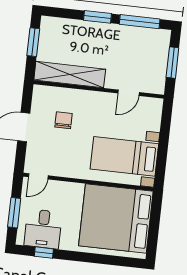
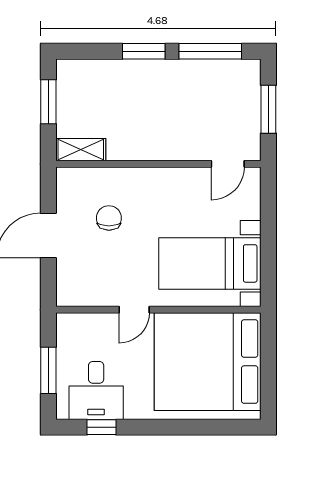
shelving: (70, 75) -> (81, 150), width x0.45, depth x0.75
door: (129, 93) -> (228, 164), moved
door: (38, 176) -> (134, 310), moved

